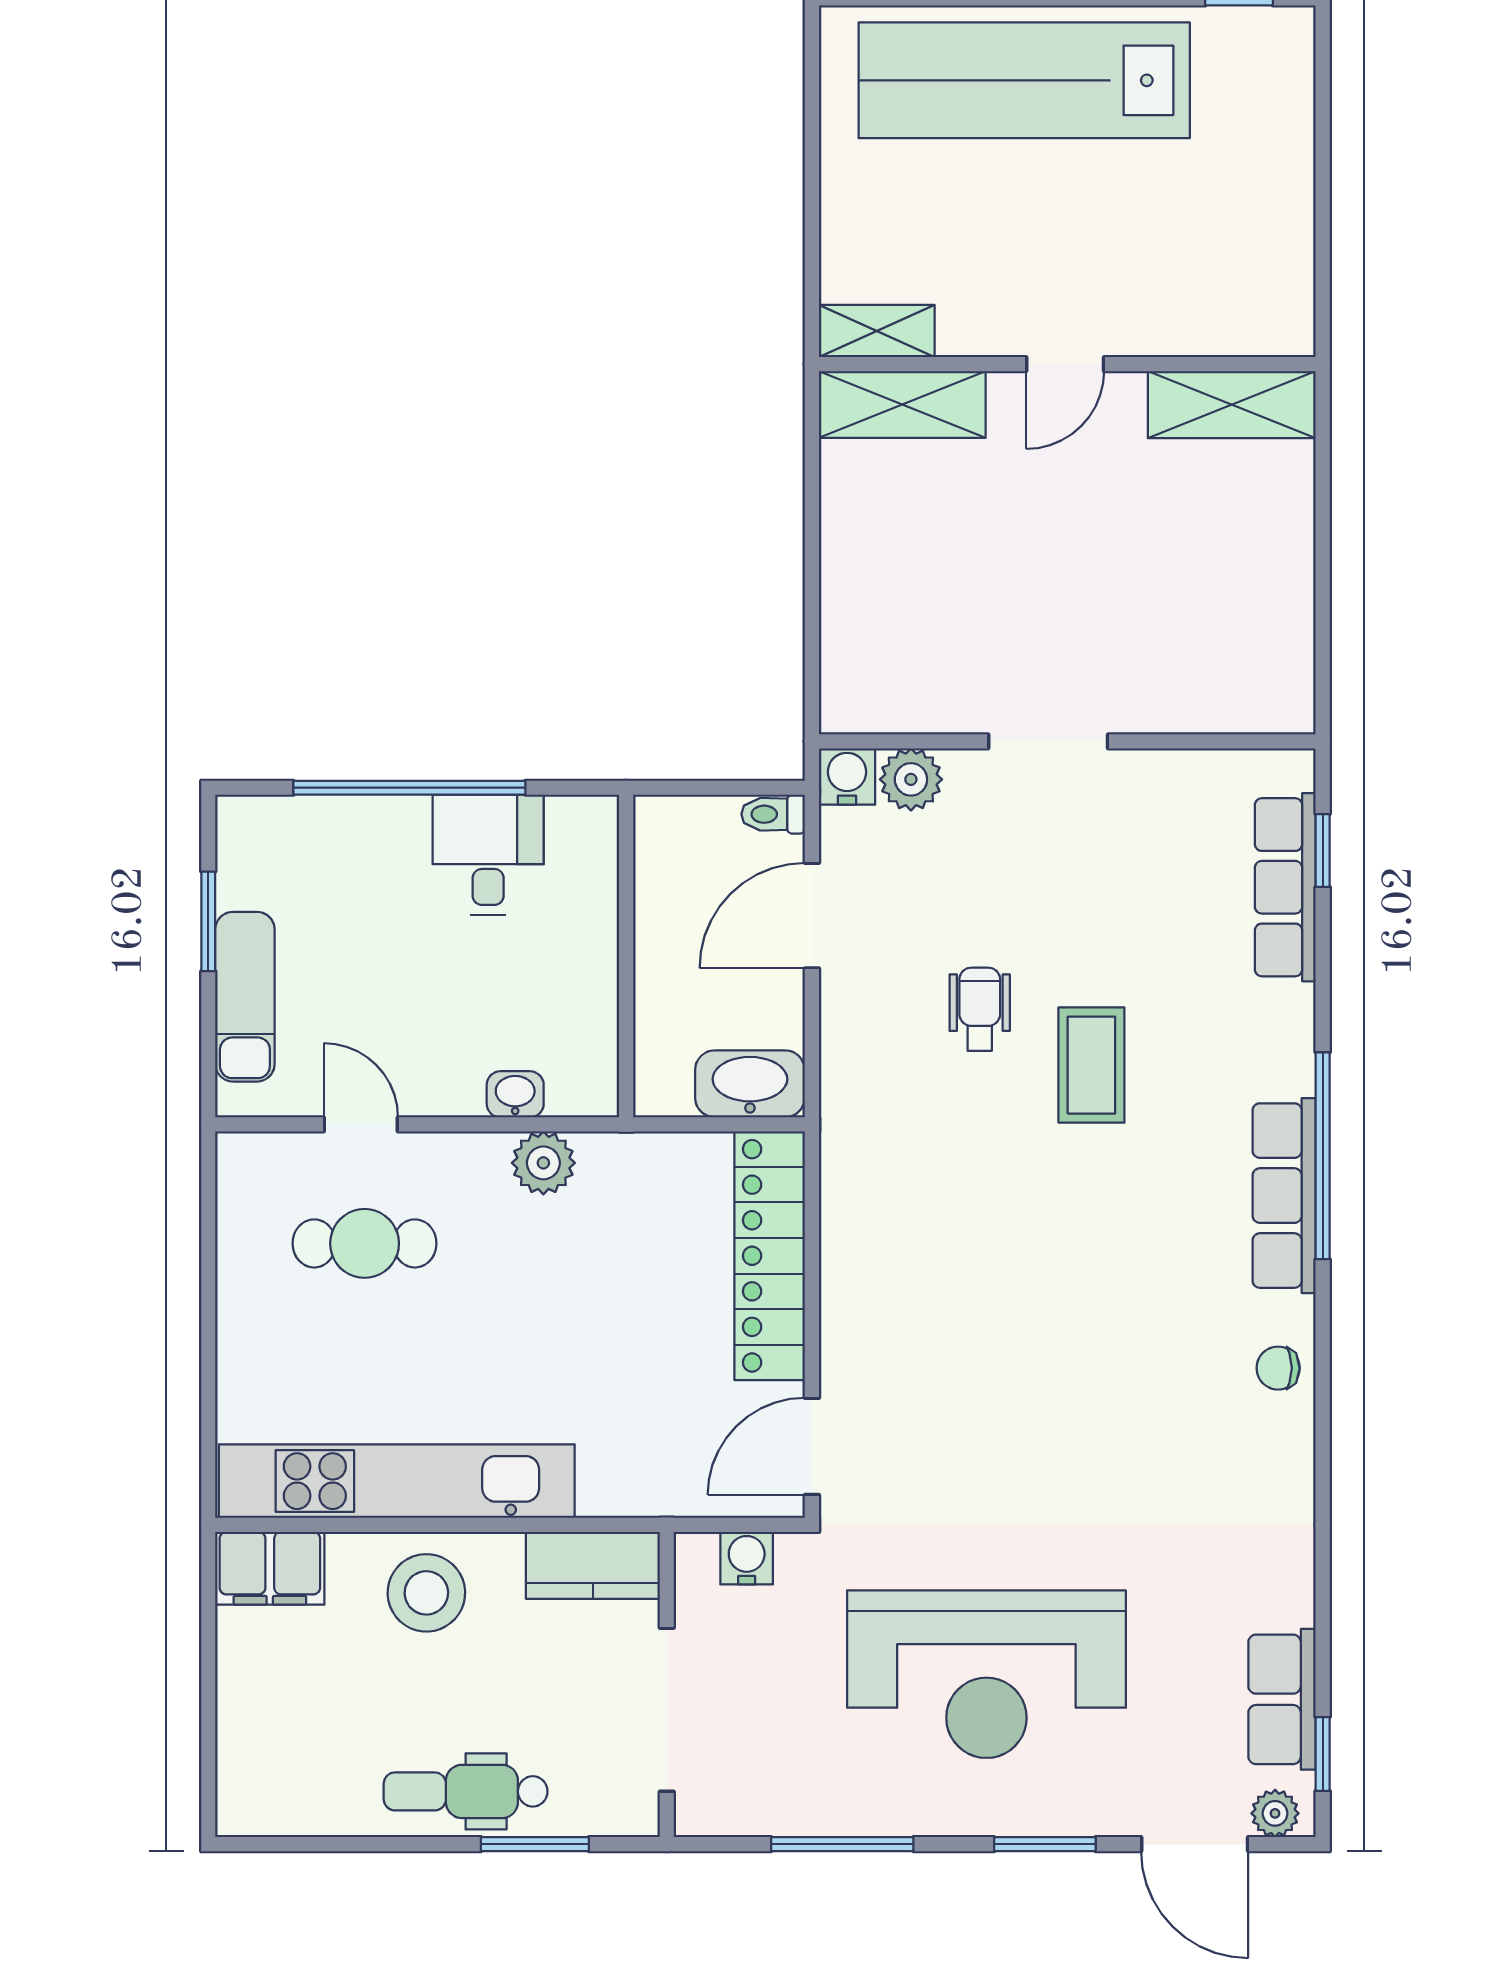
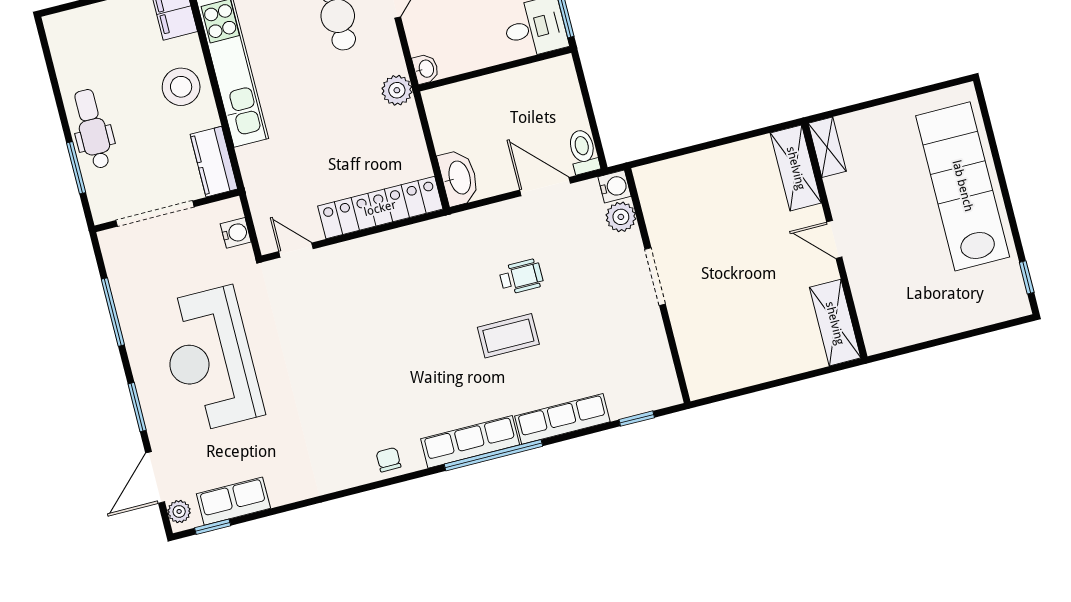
toilet: (773, 814) -> (583, 151), width x1.37, depth x1.39
row of seats: (1285, 887) -> (562, 419), moved
wall: (626, 956) -> (495, 69), moved
door: (812, 1446) -> (296, 250), width x0.73

